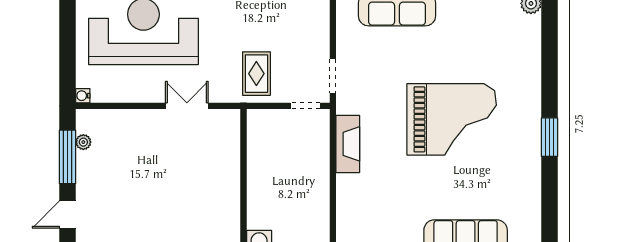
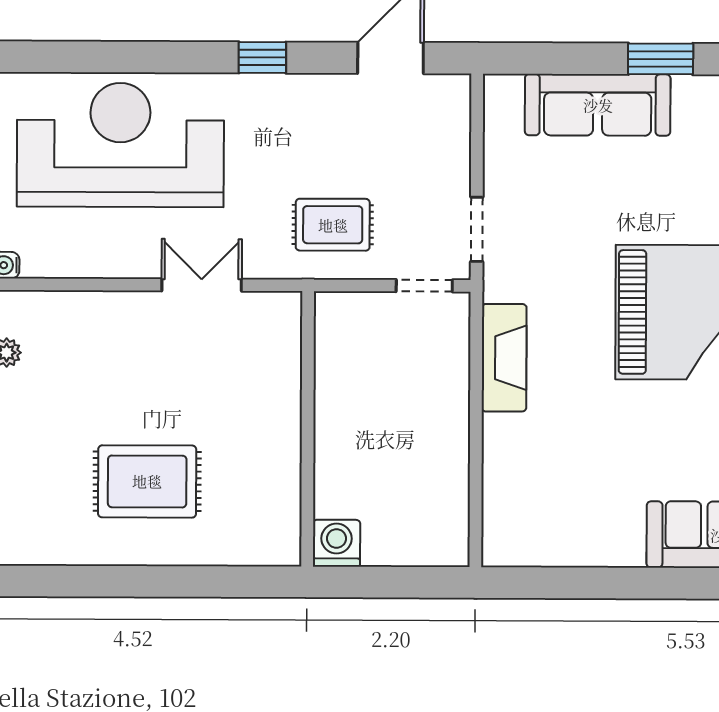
rug: (256, 74) -> (333, 225), turned 90
rug: (158, 210) -> (147, 481), added

